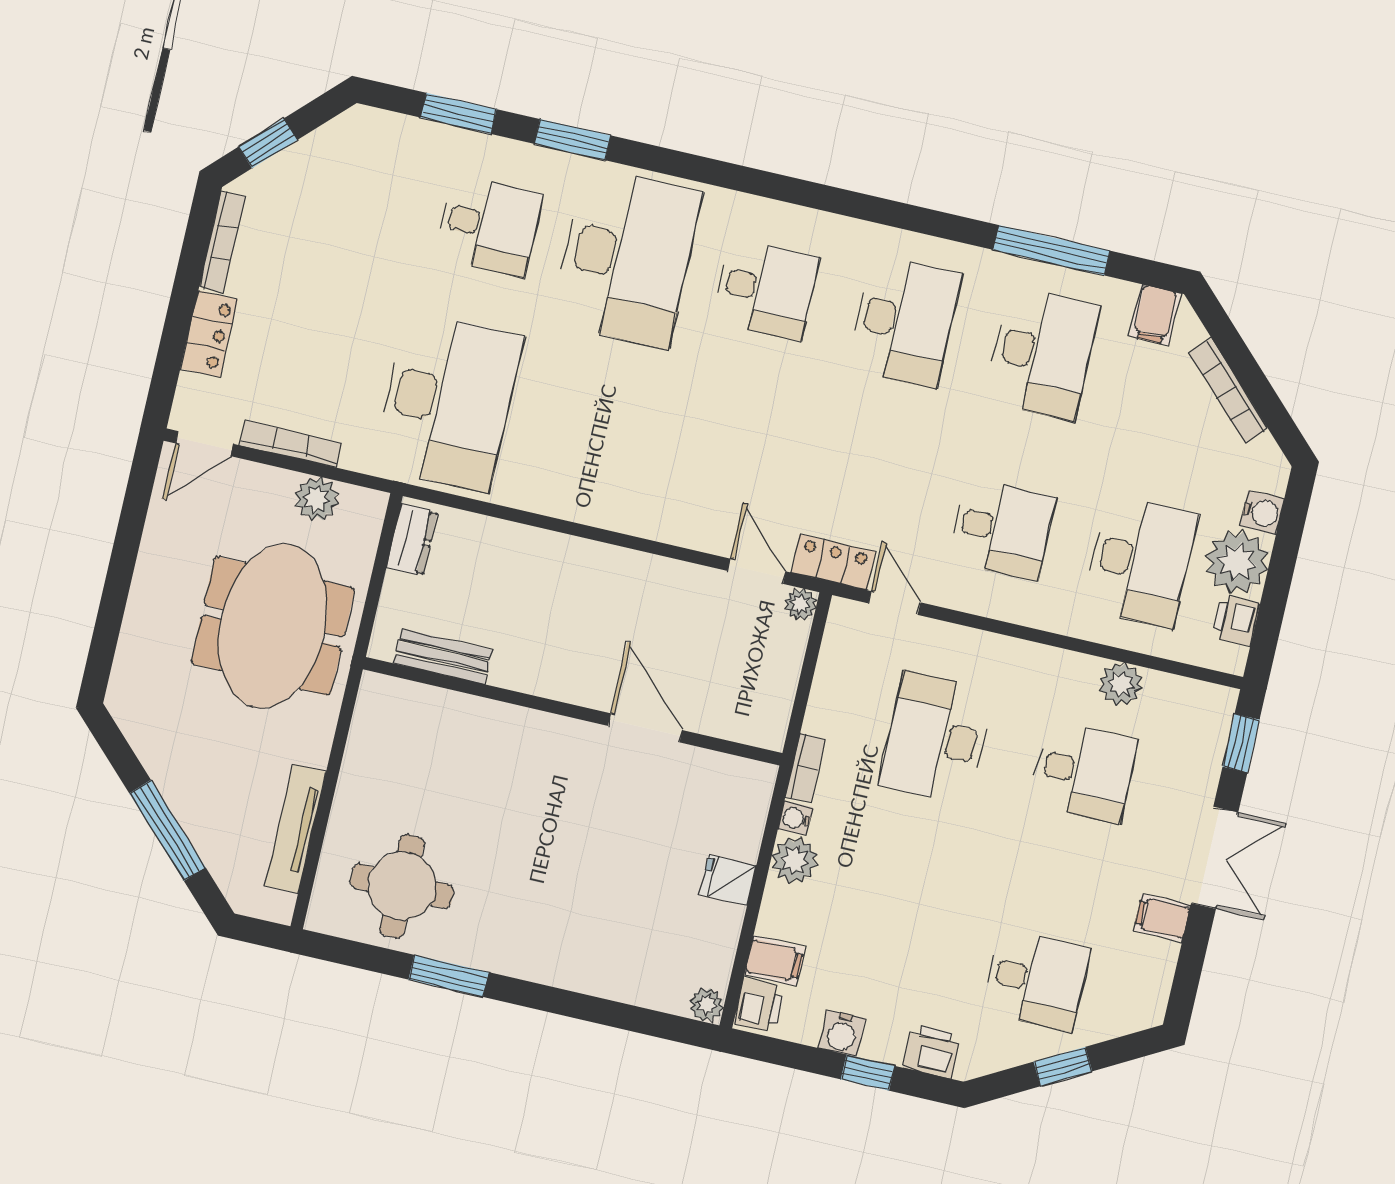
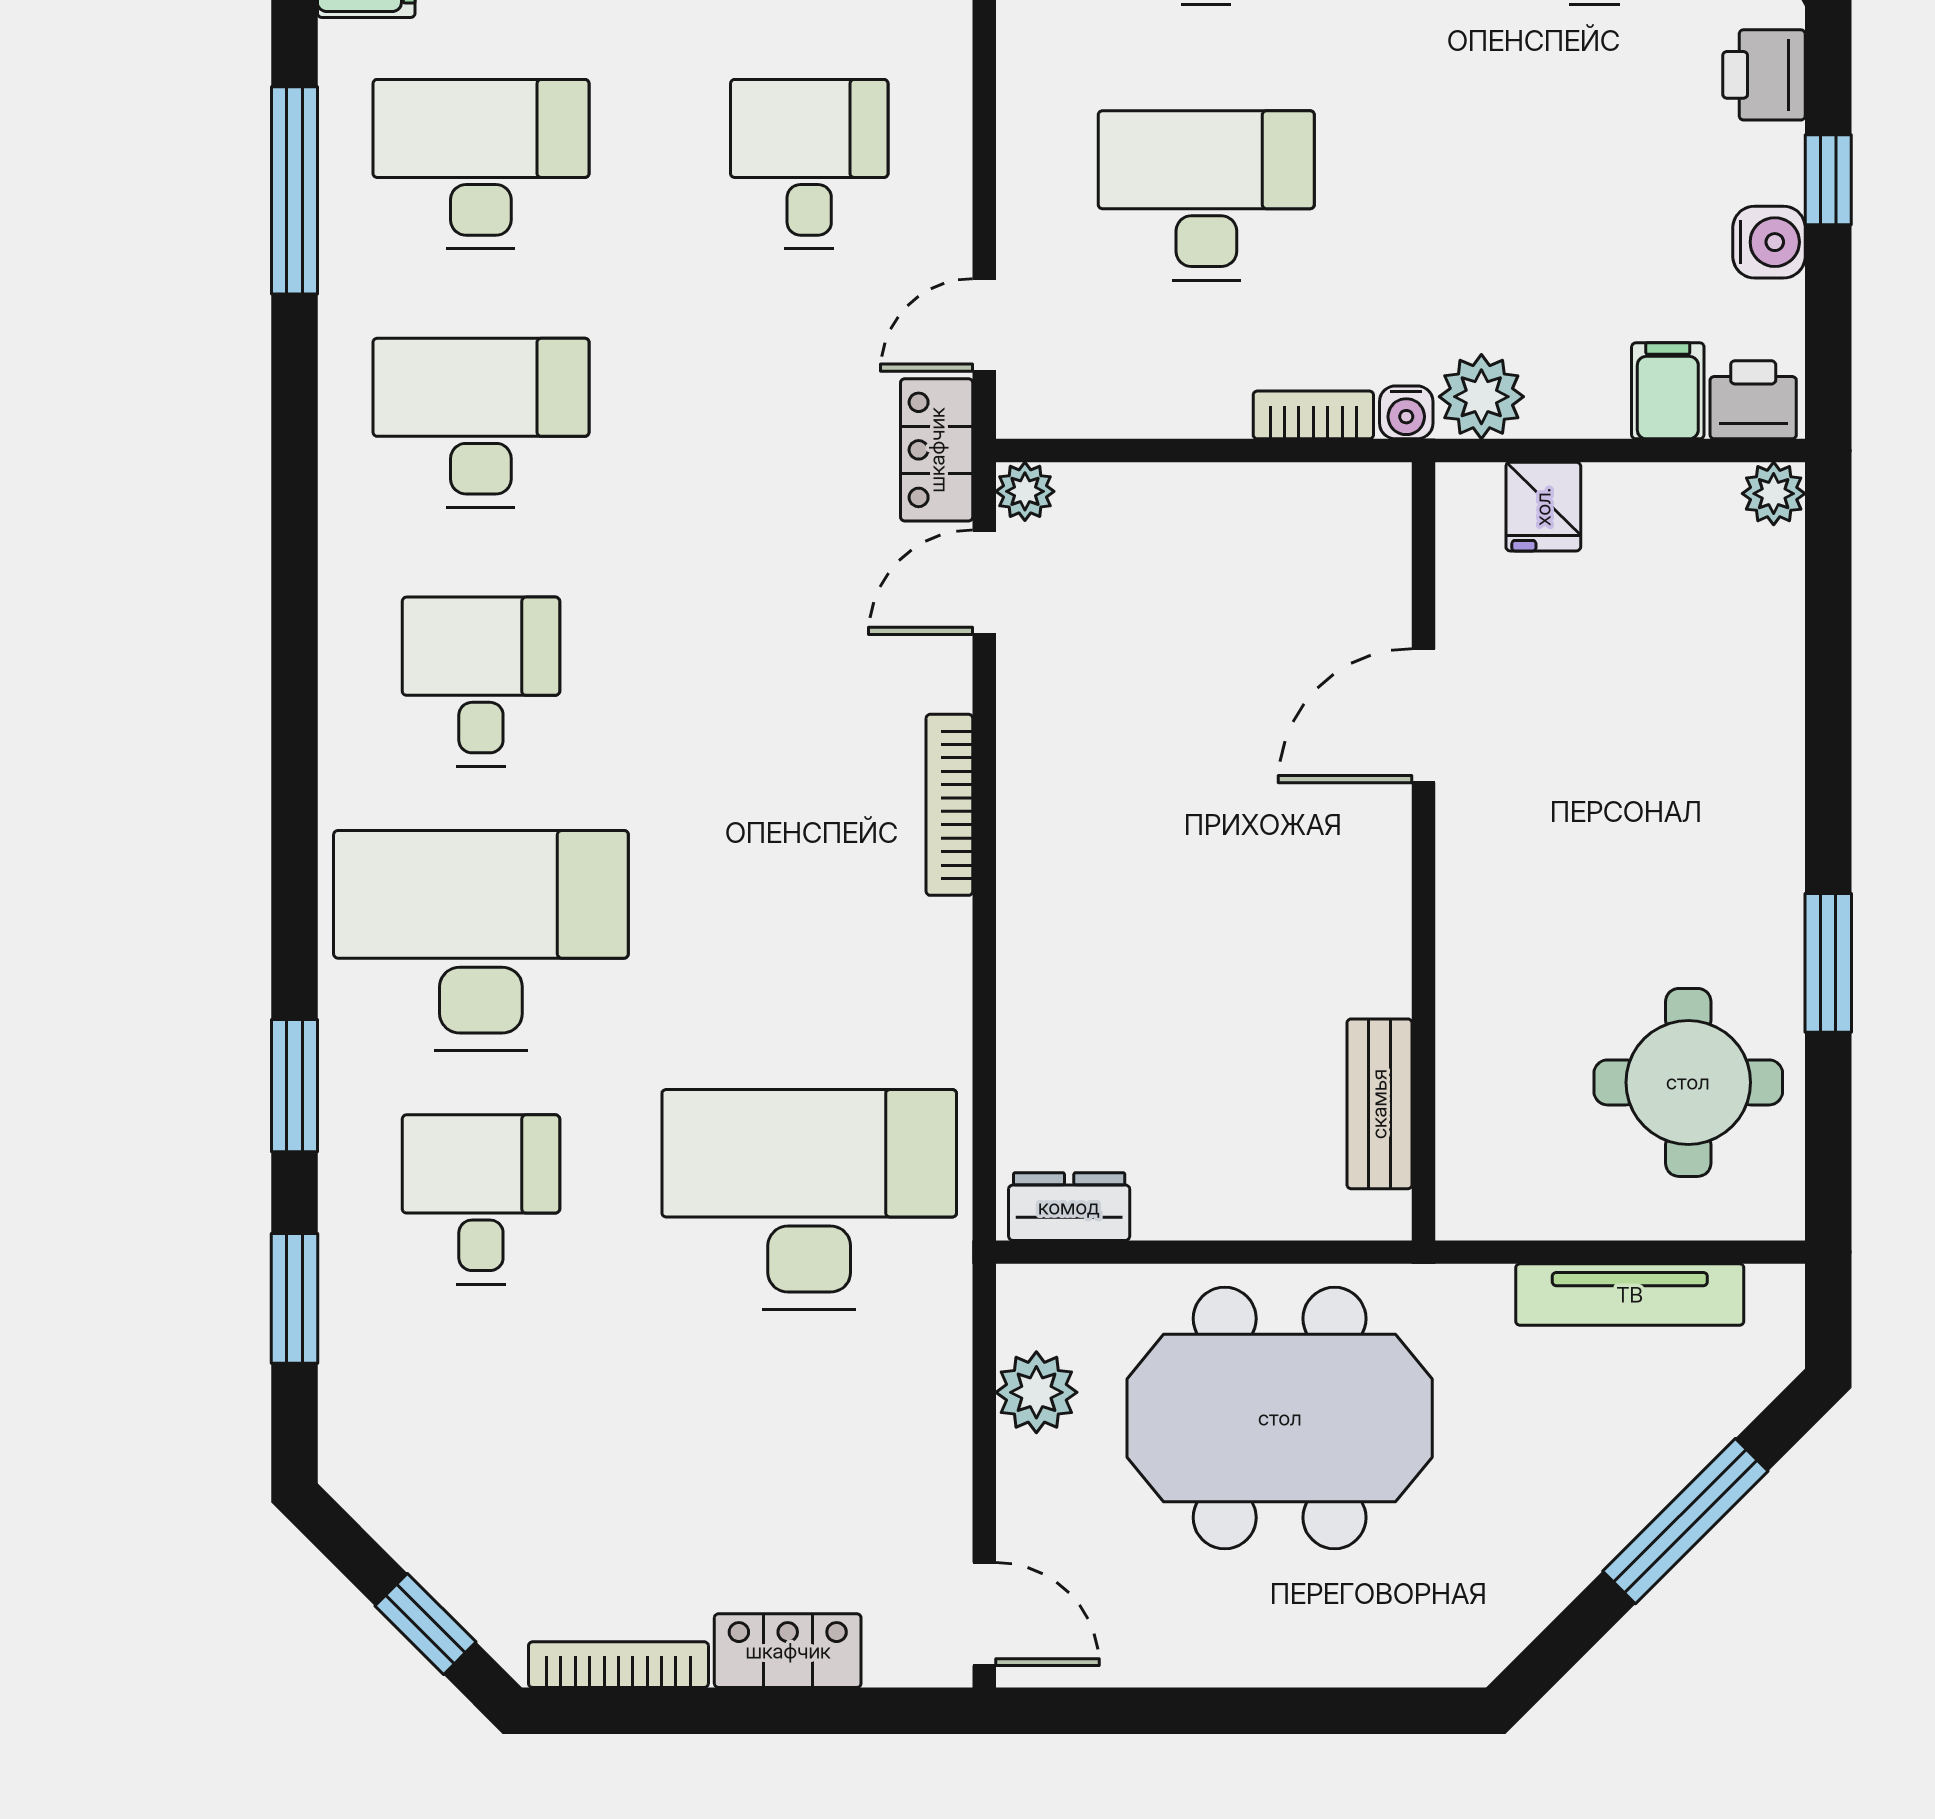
bookcase: (290, 444) -> (949, 805), moved
bench: (443, 656) -> (1379, 1104), moved
wall: (573, 711) -> (1424, 851), moved
door: (645, 728) -> (1424, 716), moved
desk: (936, 738) -> (1206, 195), turned 180

